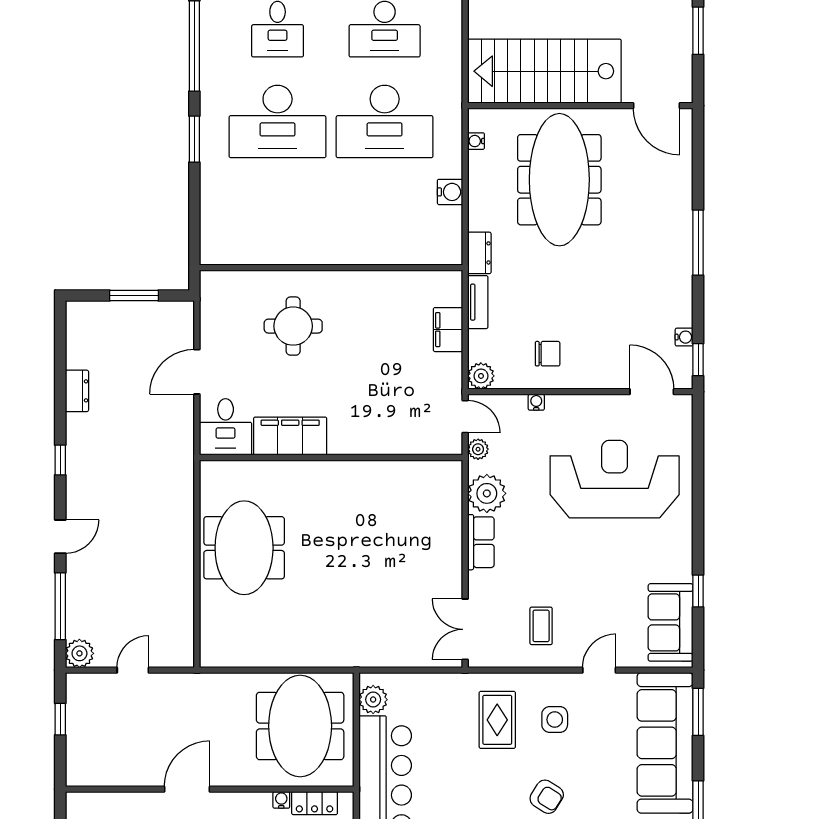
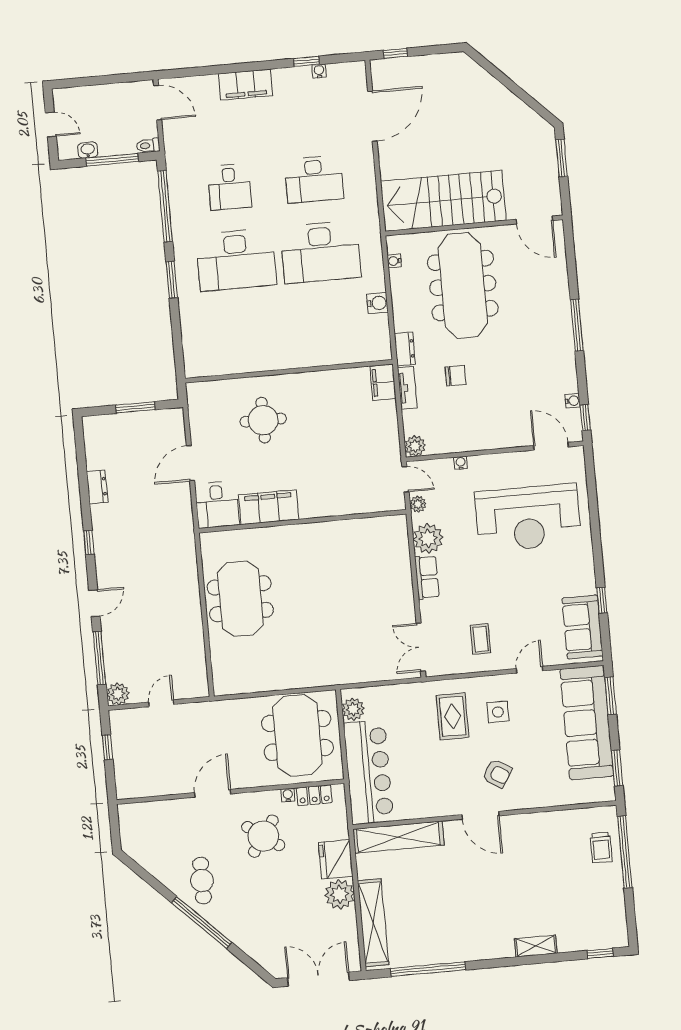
filing cabinet: (448, 330) -> (383, 382), moved
chair: (548, 354) -> (456, 376), moved
reception desk: (615, 479) -> (528, 518), turned 180

